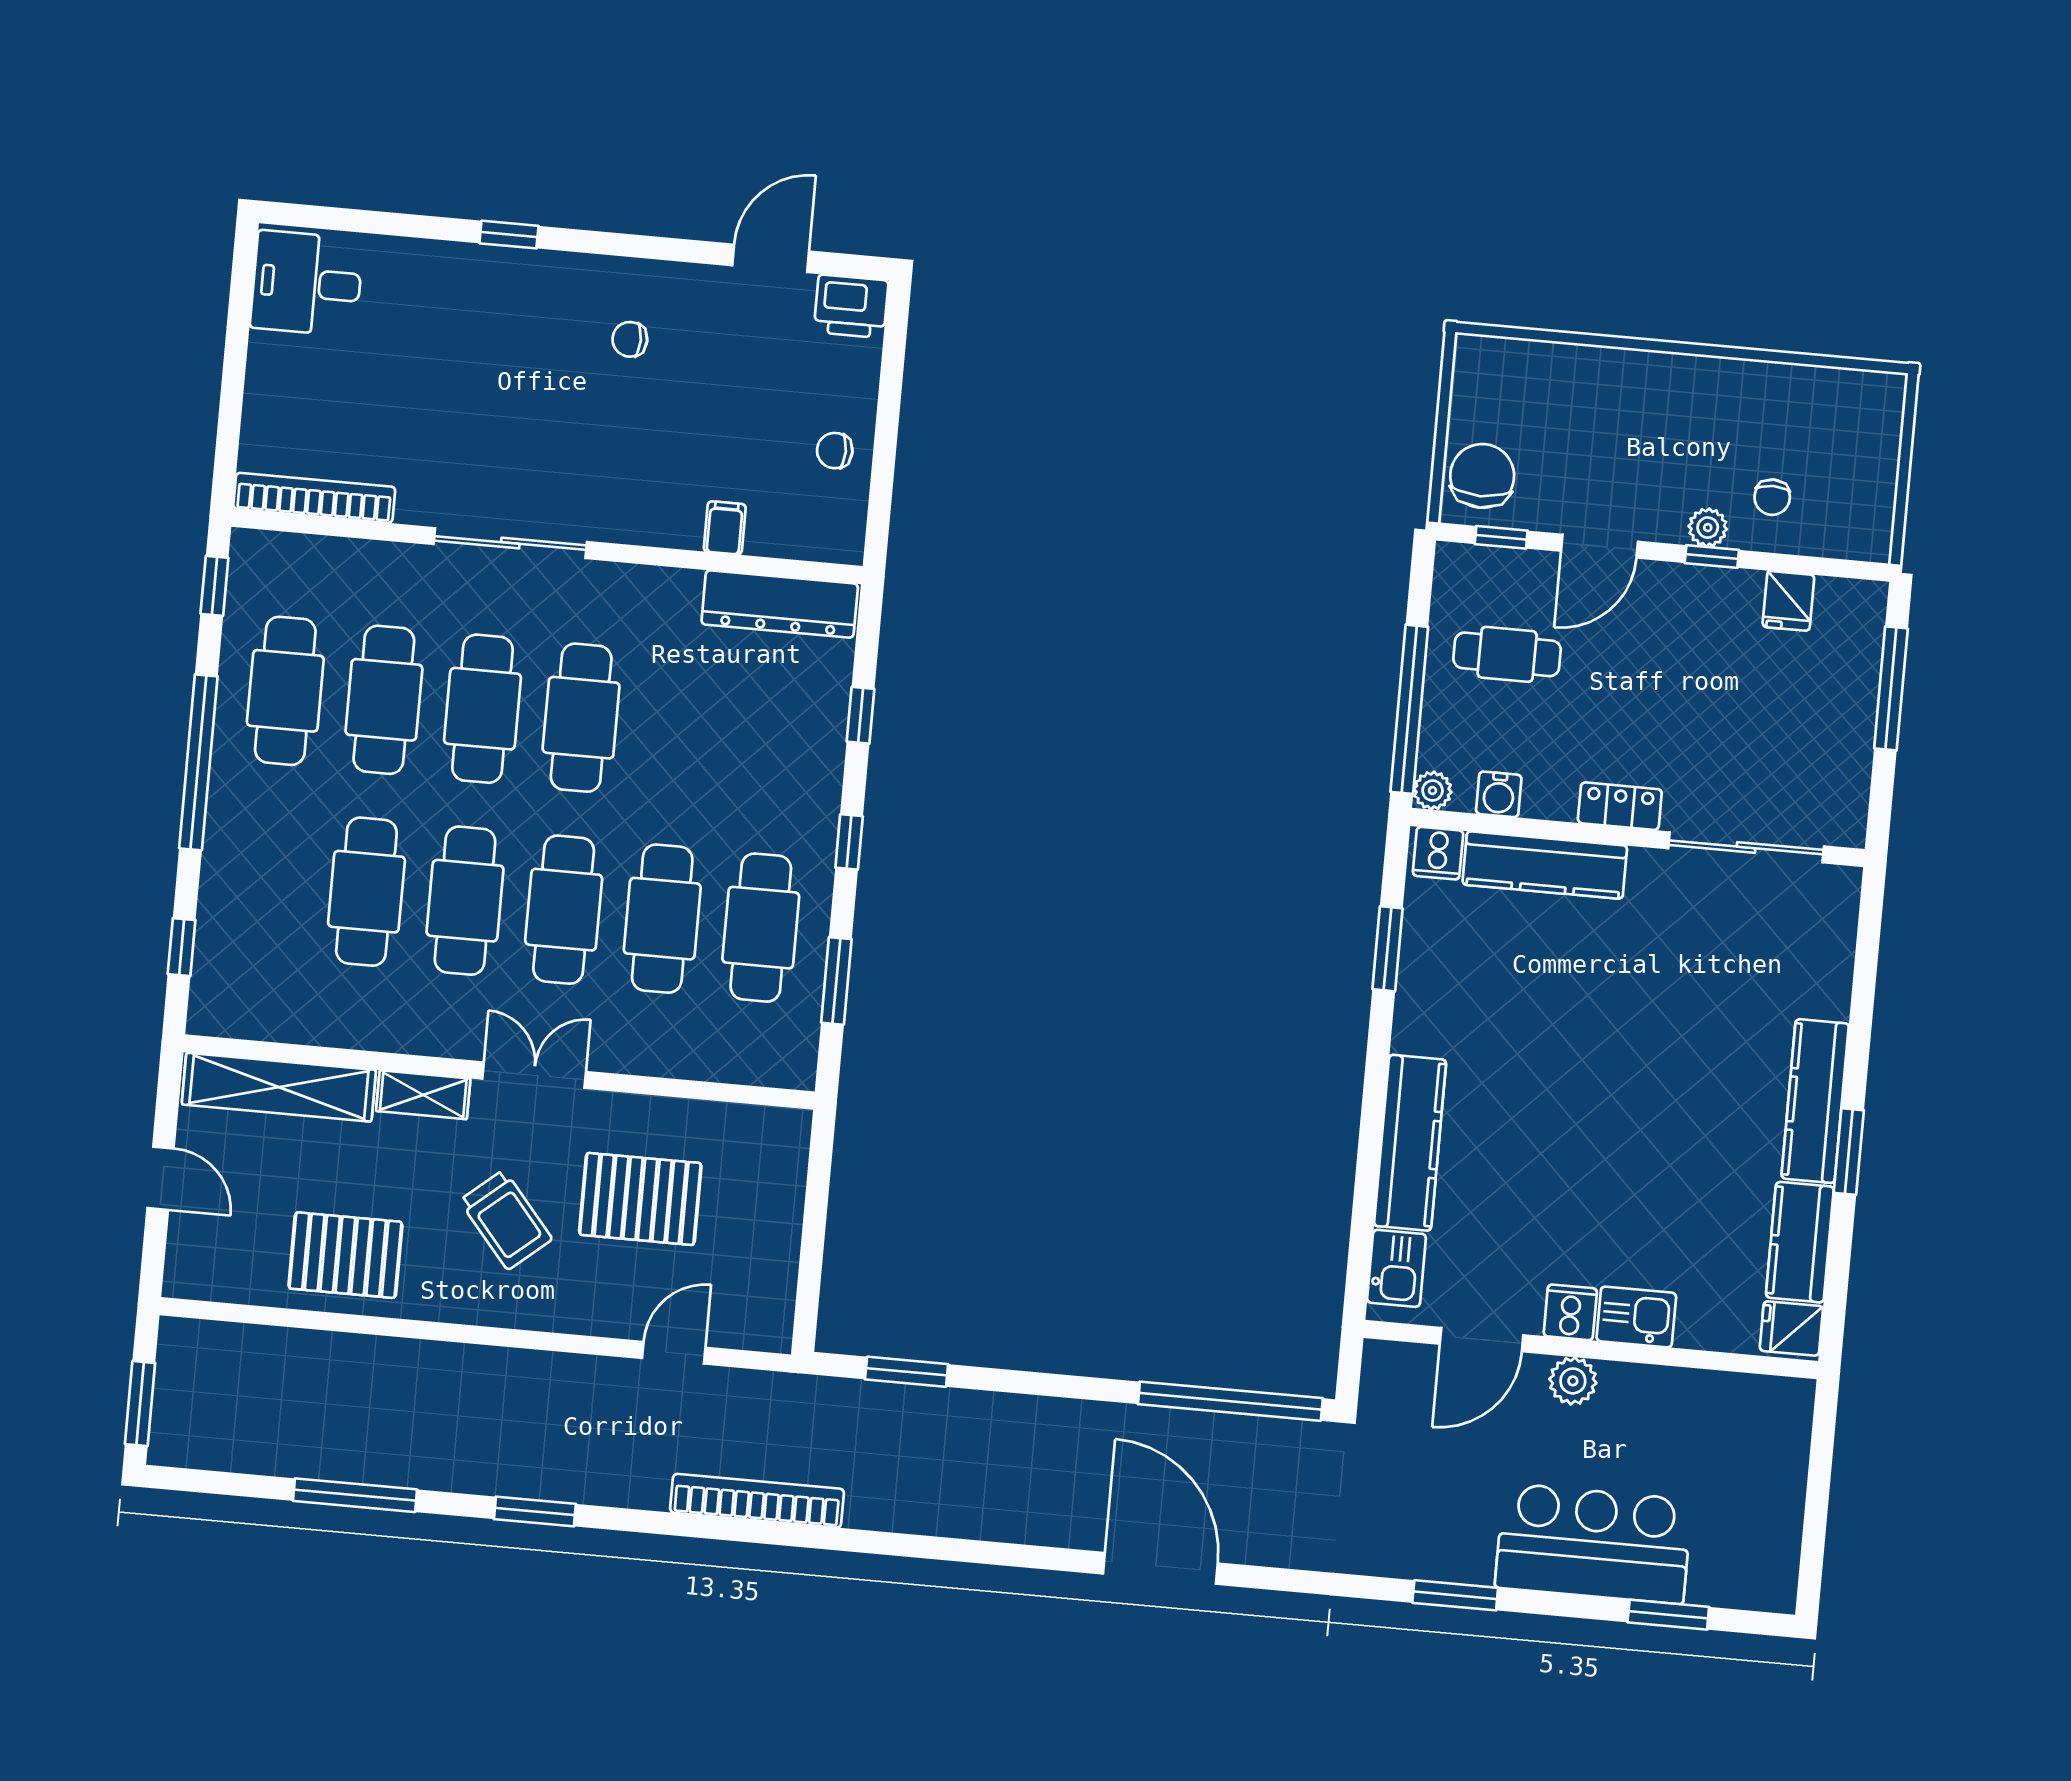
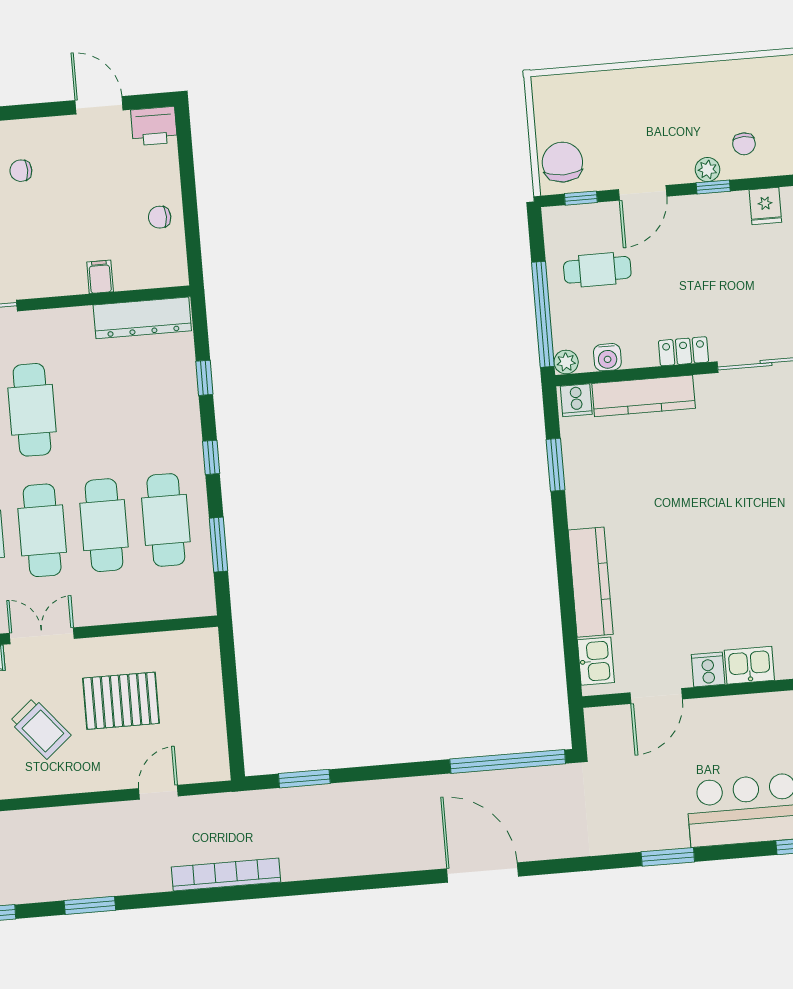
door: (771, 258) -> (99, 105), hinge flipped
plant: (1573, 1381) -> (717, 712), removed

